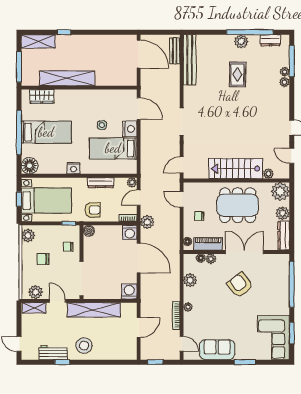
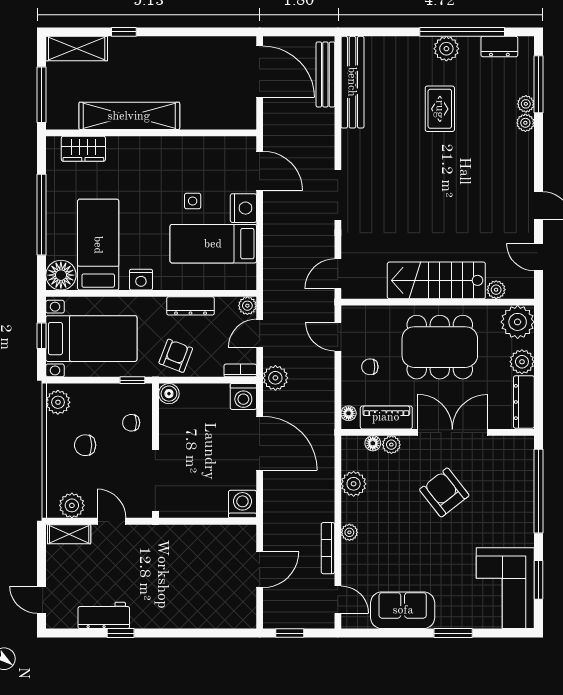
bench: (175, 51) -> (325, 74), width x1.36
bed: (46, 132) -> (98, 245), moved, turned -90
armchair: (93, 210) -> (176, 356), turned -69
shelving: (94, 310) -> (178, 538), removed
stool: (84, 345) -> (160, 603), removed

